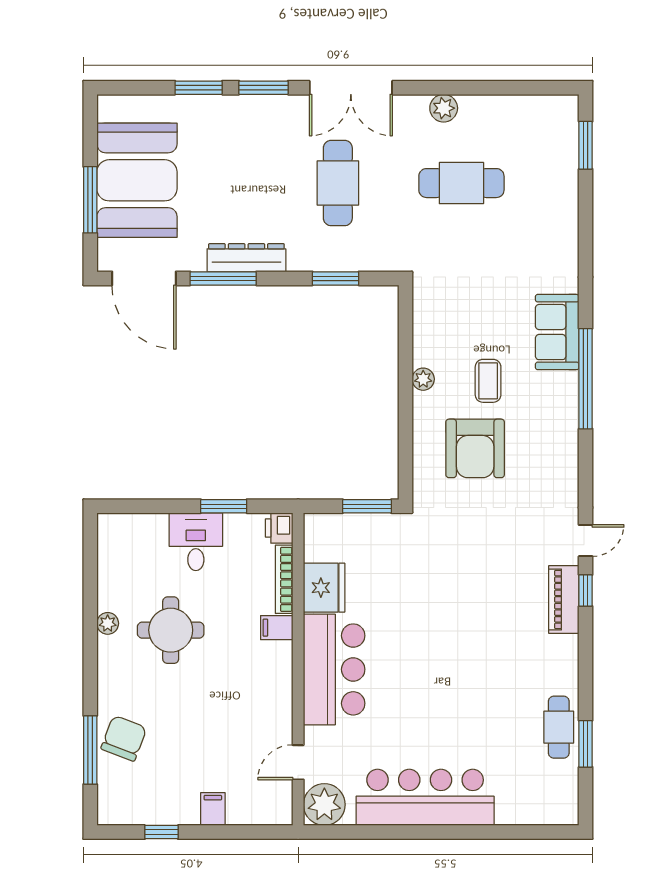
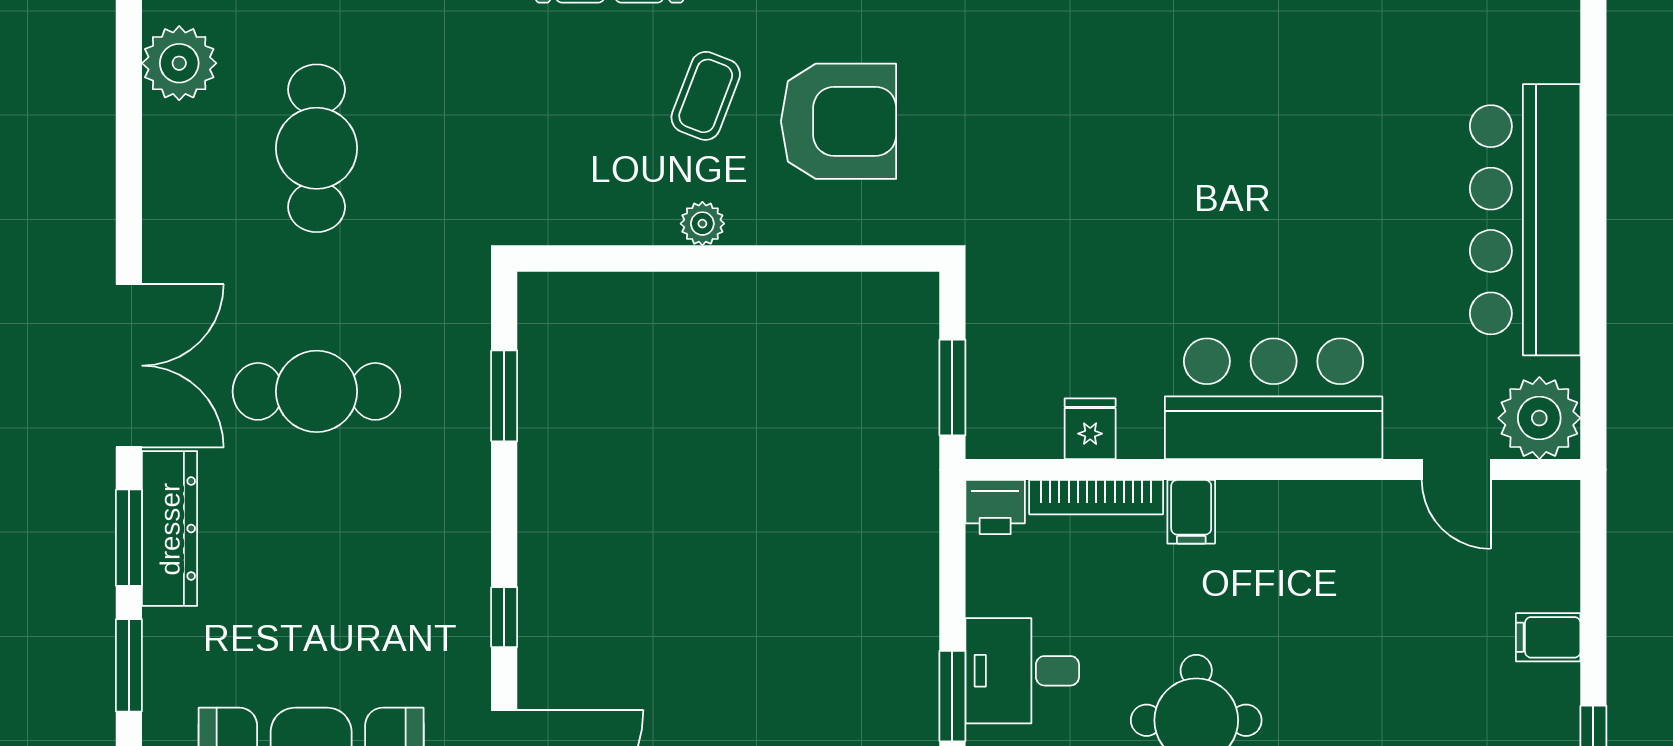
plant: (444, 108) -> (179, 63), moved, width x1.36, depth x1.36
dresser: (246, 258) -> (170, 529), moved, turned 180
window: (223, 278) -> (504, 617), width x0.46
coffee table: (488, 381) -> (706, 96), turned -69
window: (224, 506) -> (952, 696), moved
window: (367, 506) -> (952, 388), moved
fridge: (324, 588) -> (1090, 429), width x0.53, depth x0.75

